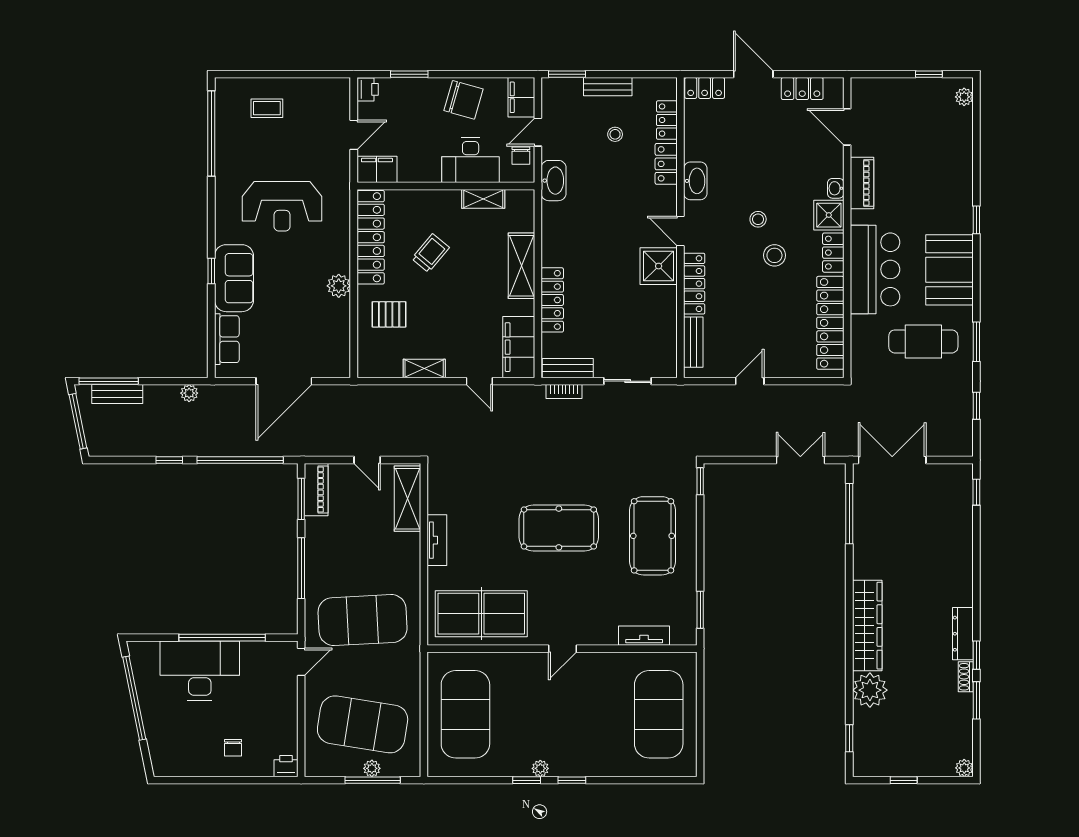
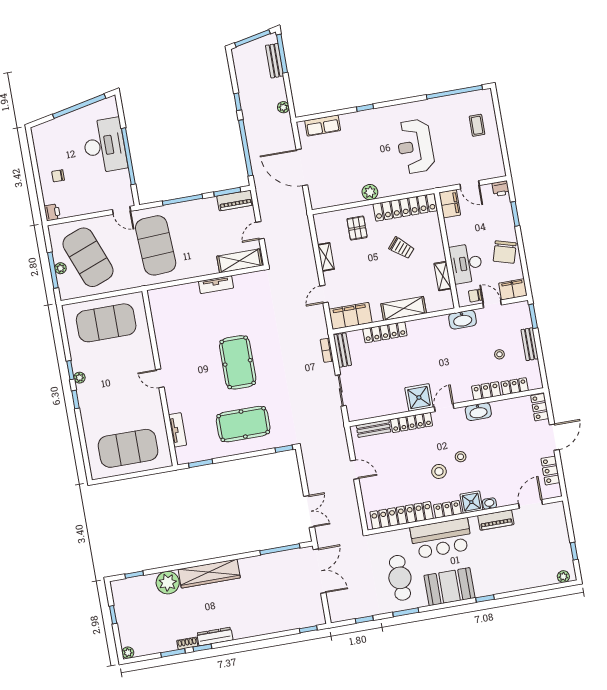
sofa: (234, 278) -> (363, 123), removed
table tennis table: (481, 614) -> (173, 322), removed
exercise mat: (363, 724) -> (88, 257), turned -30

